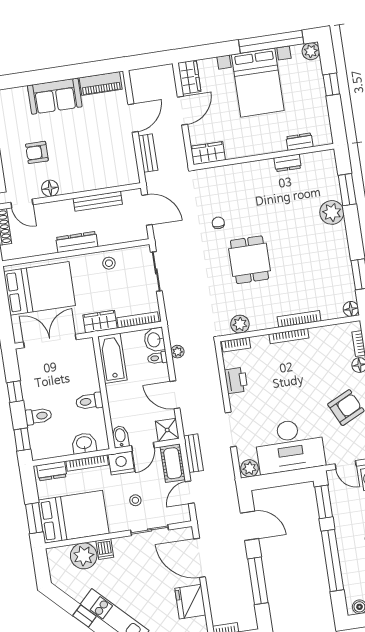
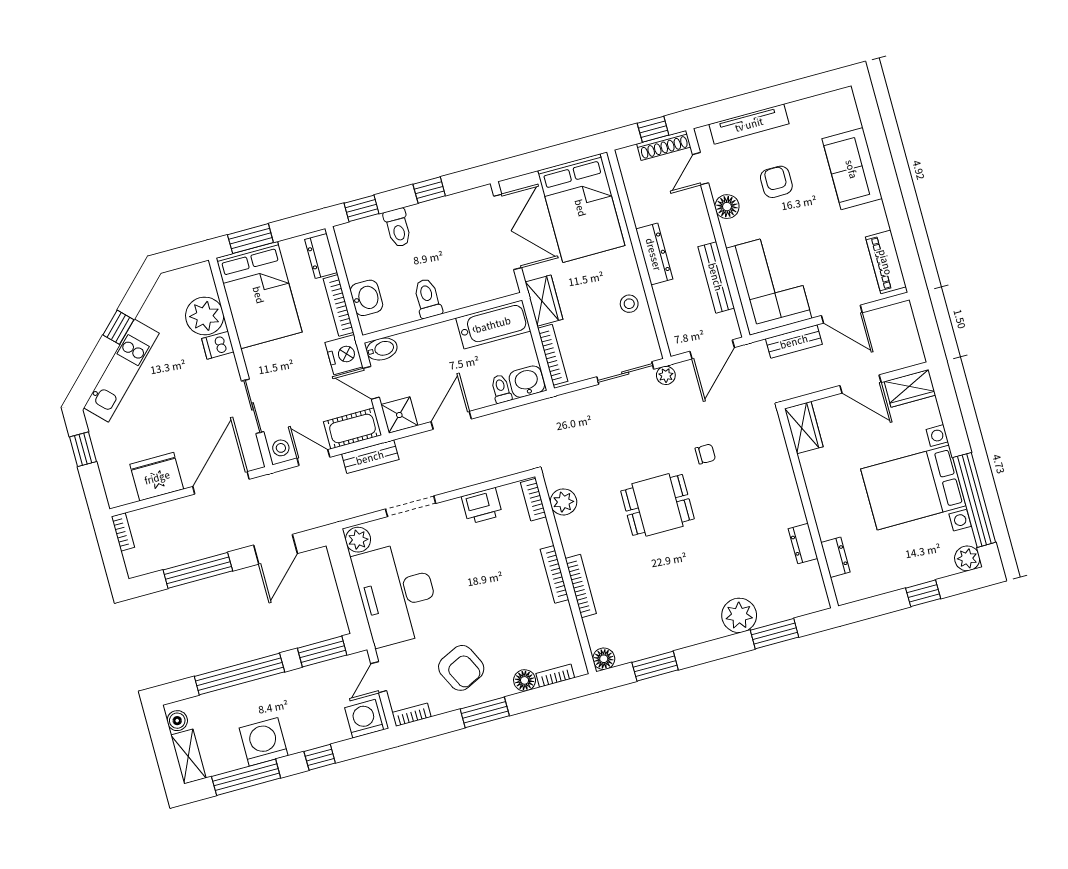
sofa: (55, 96) -> (852, 169), moved
corner sofa: (106, 166) -> (769, 283), added
plant: (177, 352) -> (666, 375), moved
stool: (135, 500) -> (281, 448), moved

